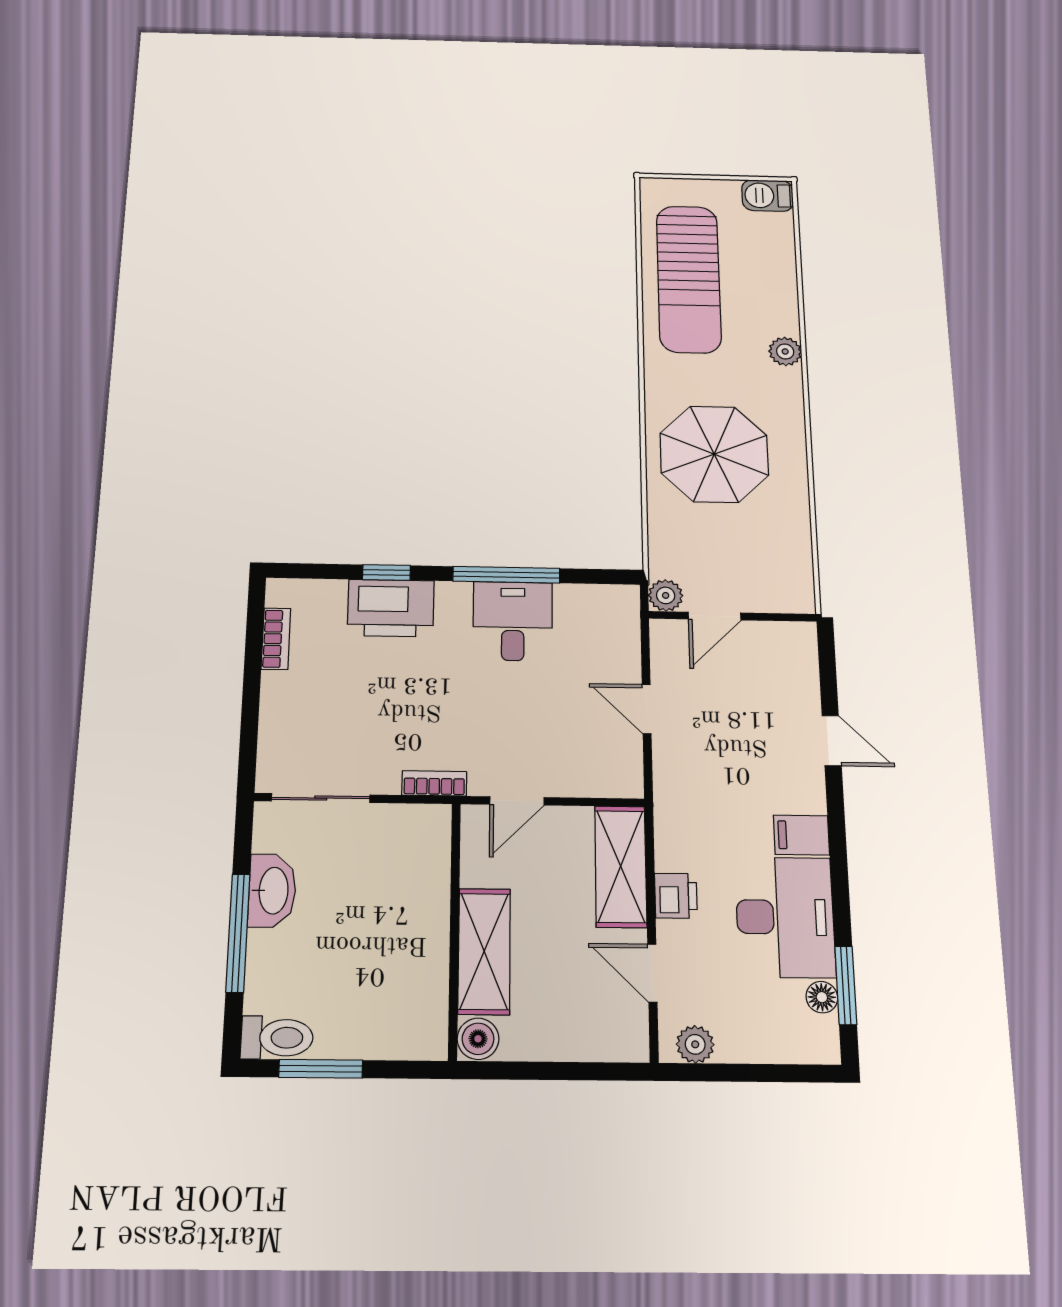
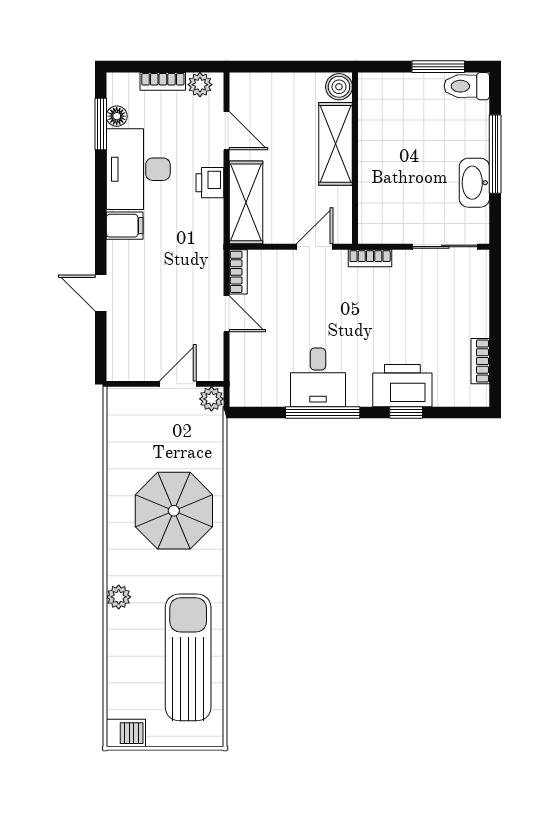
bookcase: (630, 767) -> (238, 272), added
bookcase: (753, 1050) -> (163, 81), added

